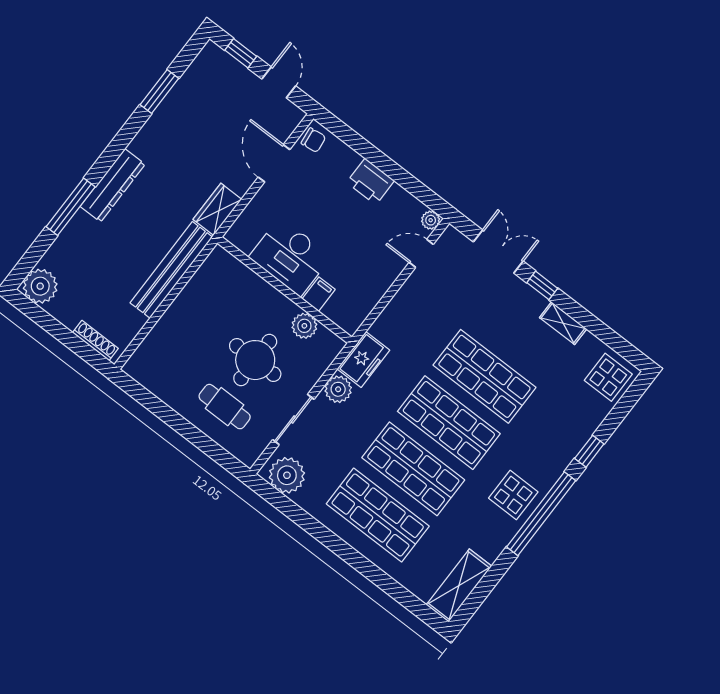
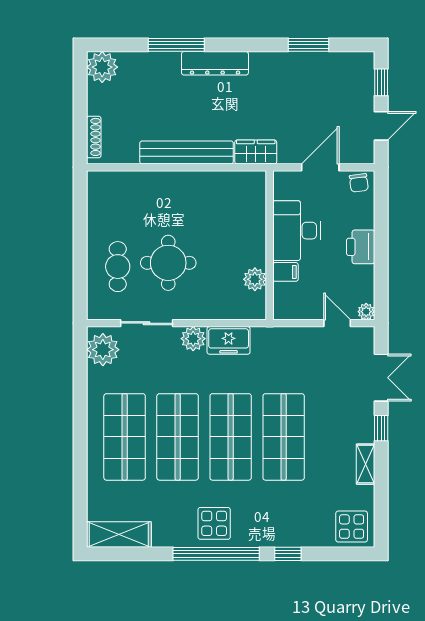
desk: (290, 257) -> (296, 231), moved
wall: (285, 290) -> (270, 245), moved
filing cabinet: (319, 294) -> (285, 272), moved
plant: (304, 326) -> (255, 279), moved

